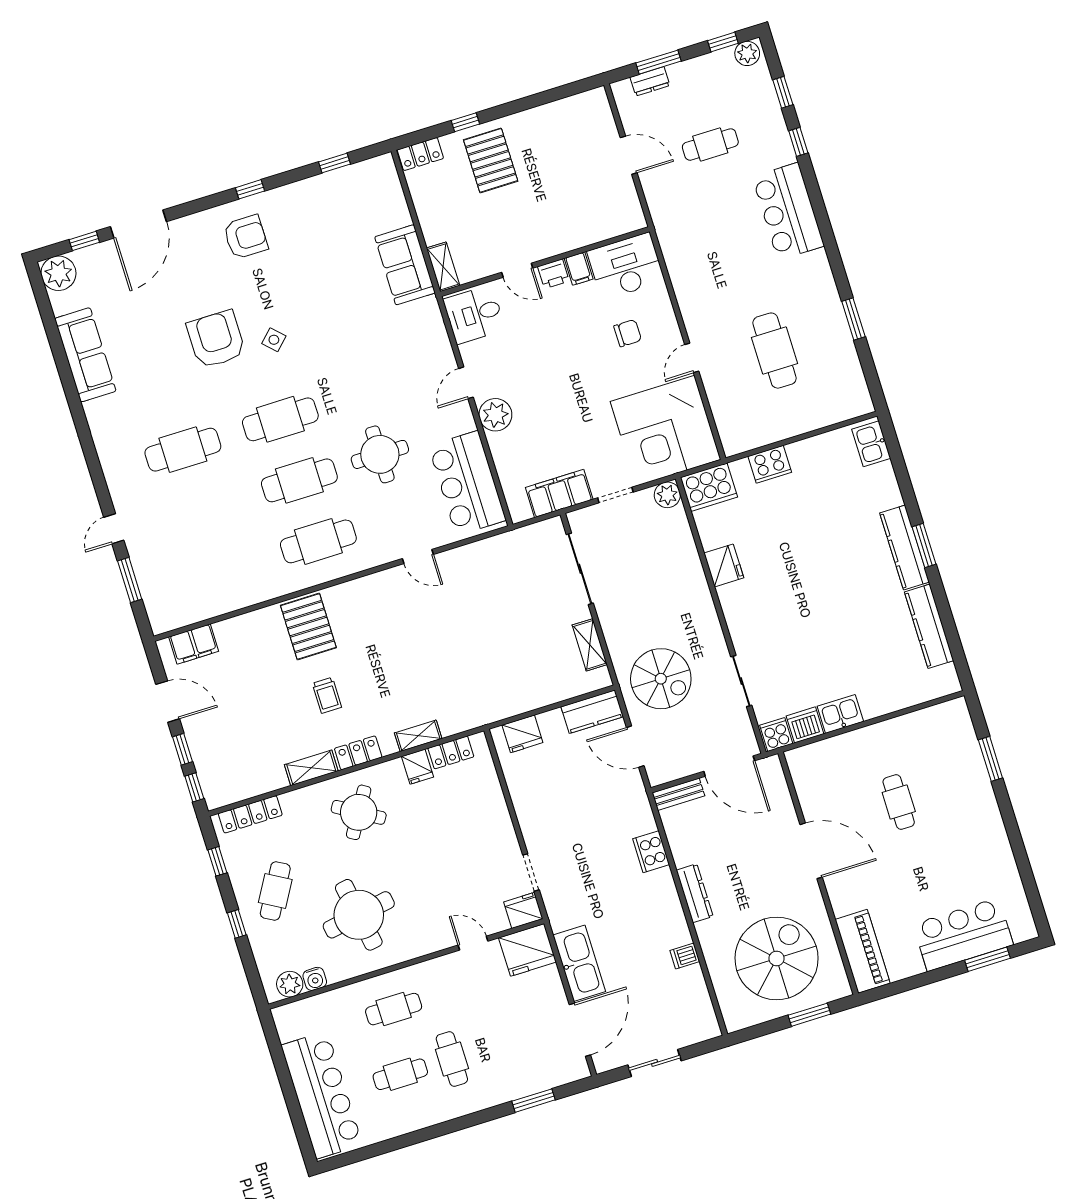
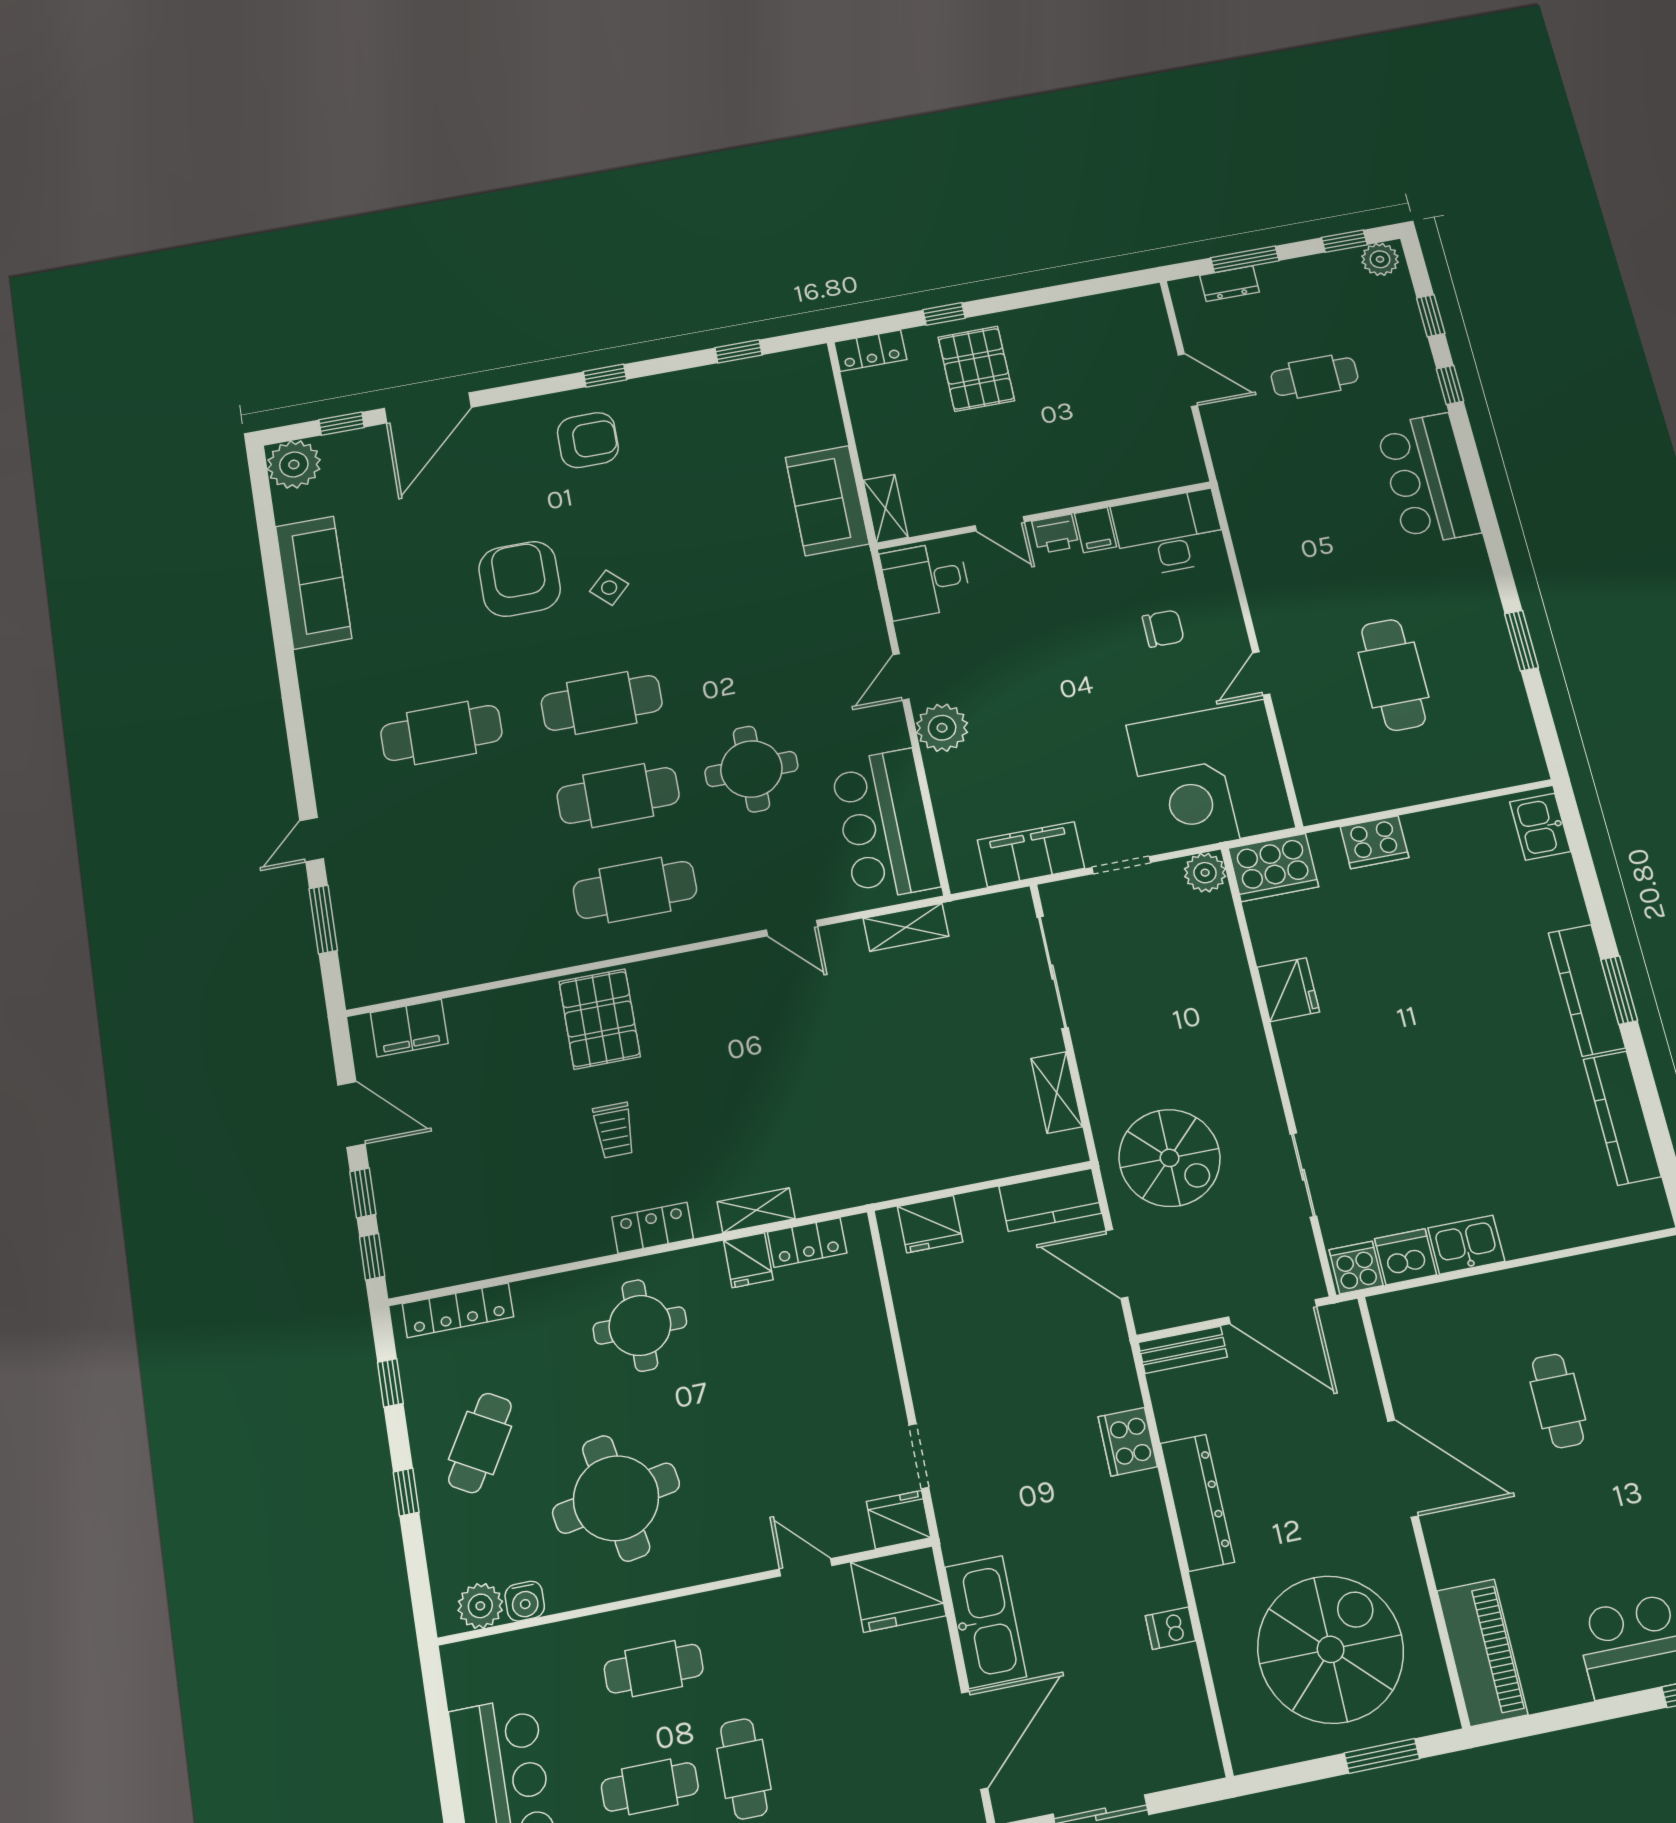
shelving: (311, 768) -> (906, 927), moved
round table: (359, 812) -> (640, 1325), turned -31
dresser: (695, 893) -> (1197, 1503), width x1.37, depth x1.24

